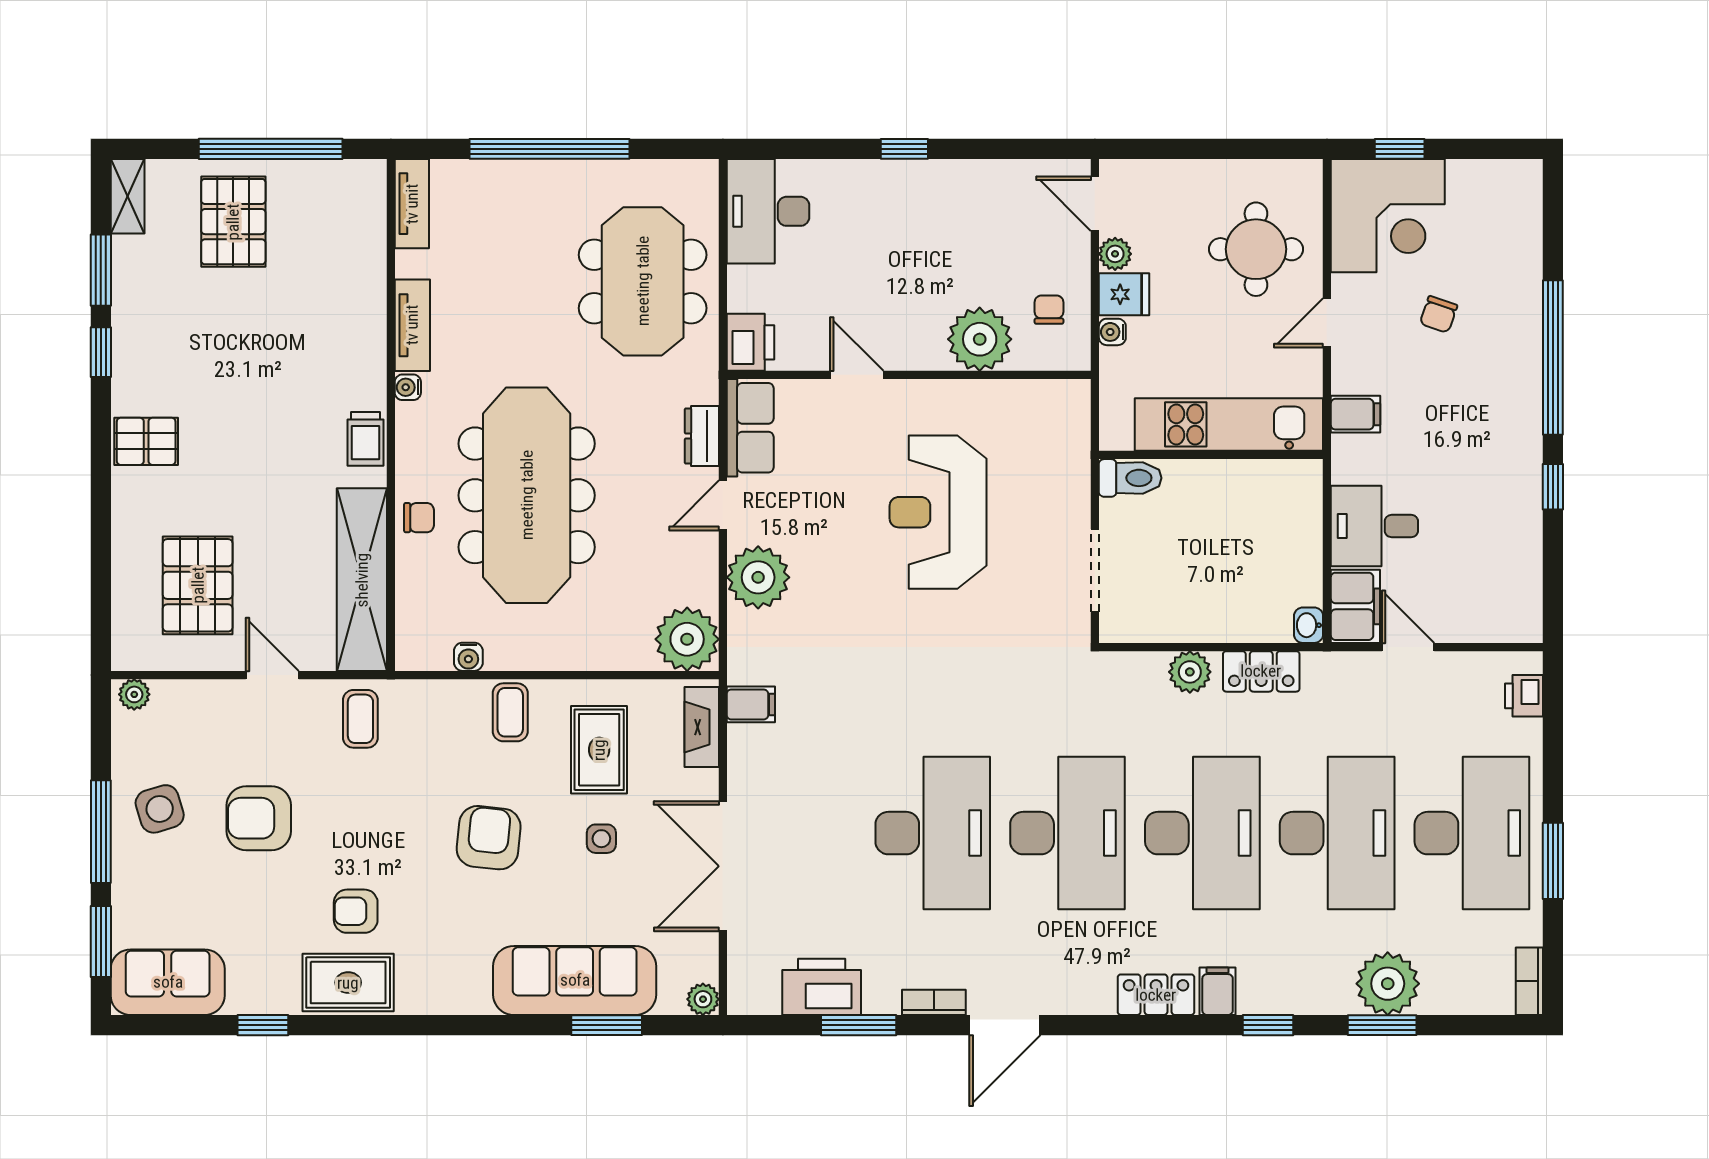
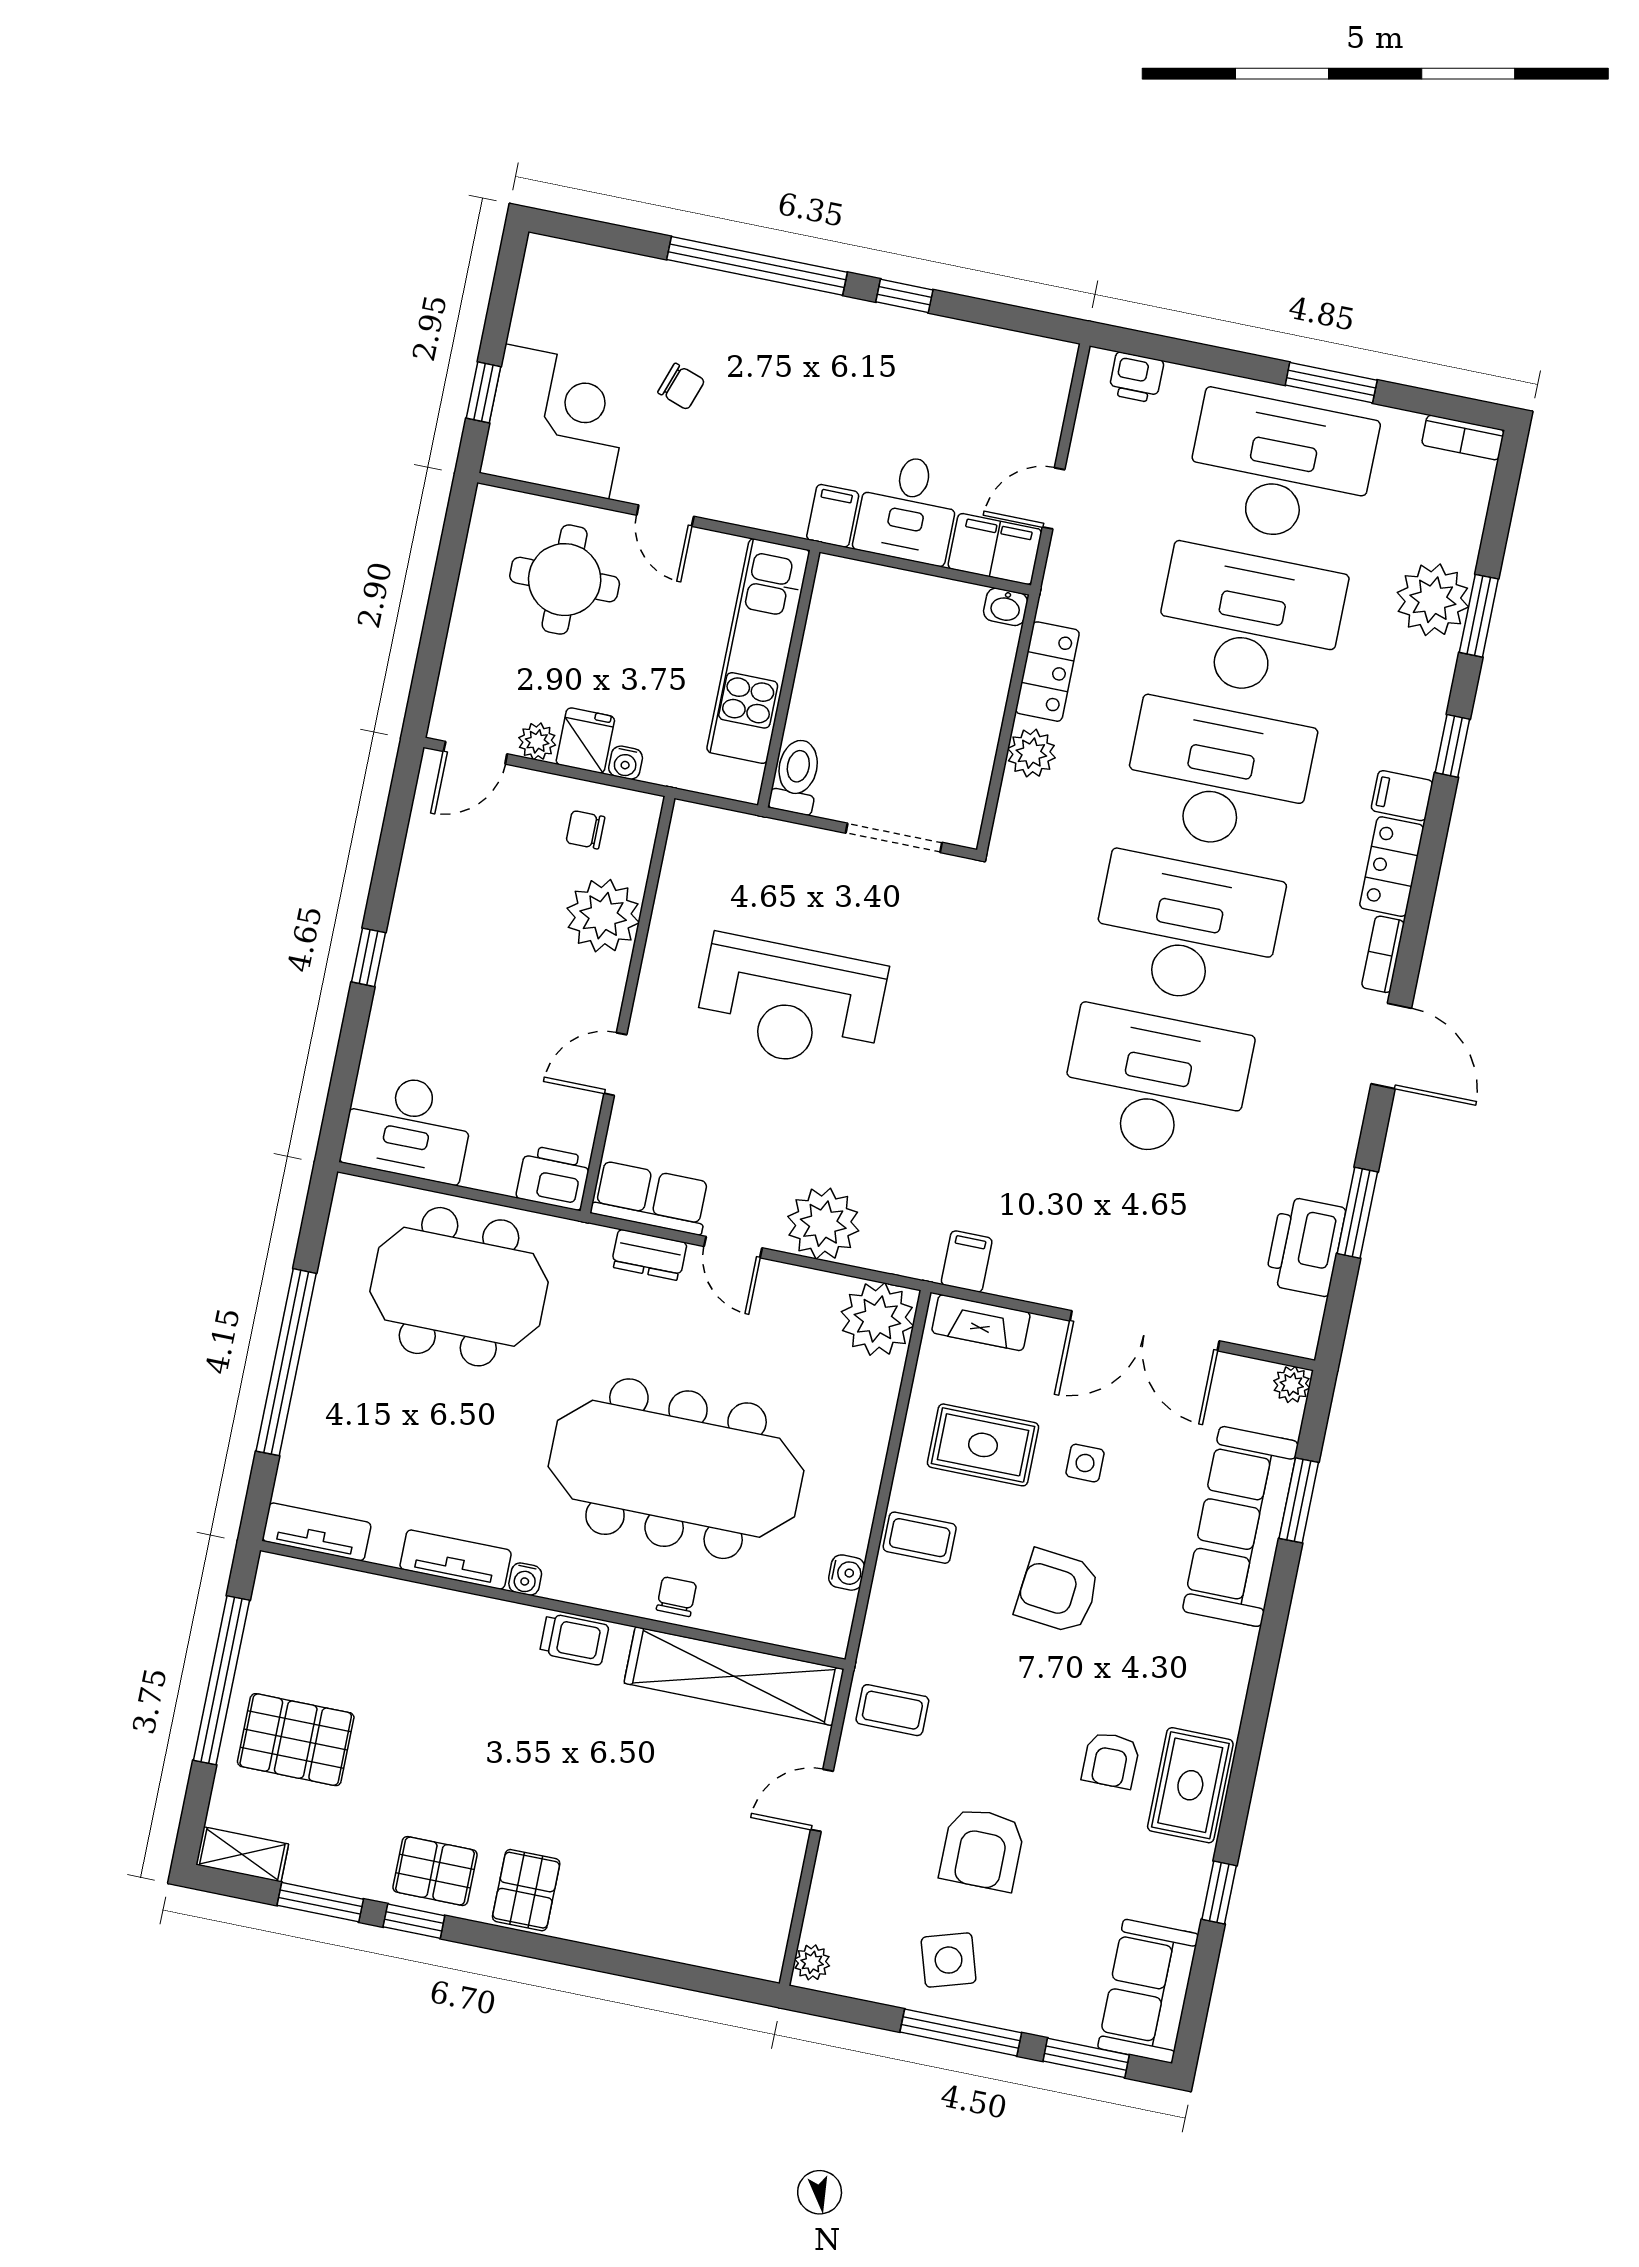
filing cabinet: (1356, 414) -> (833, 516), moved
pallet: (198, 585) -> (435, 1871), moved, width x0.67, depth x0.71
bookcase: (934, 1002) -> (1383, 954), moved

